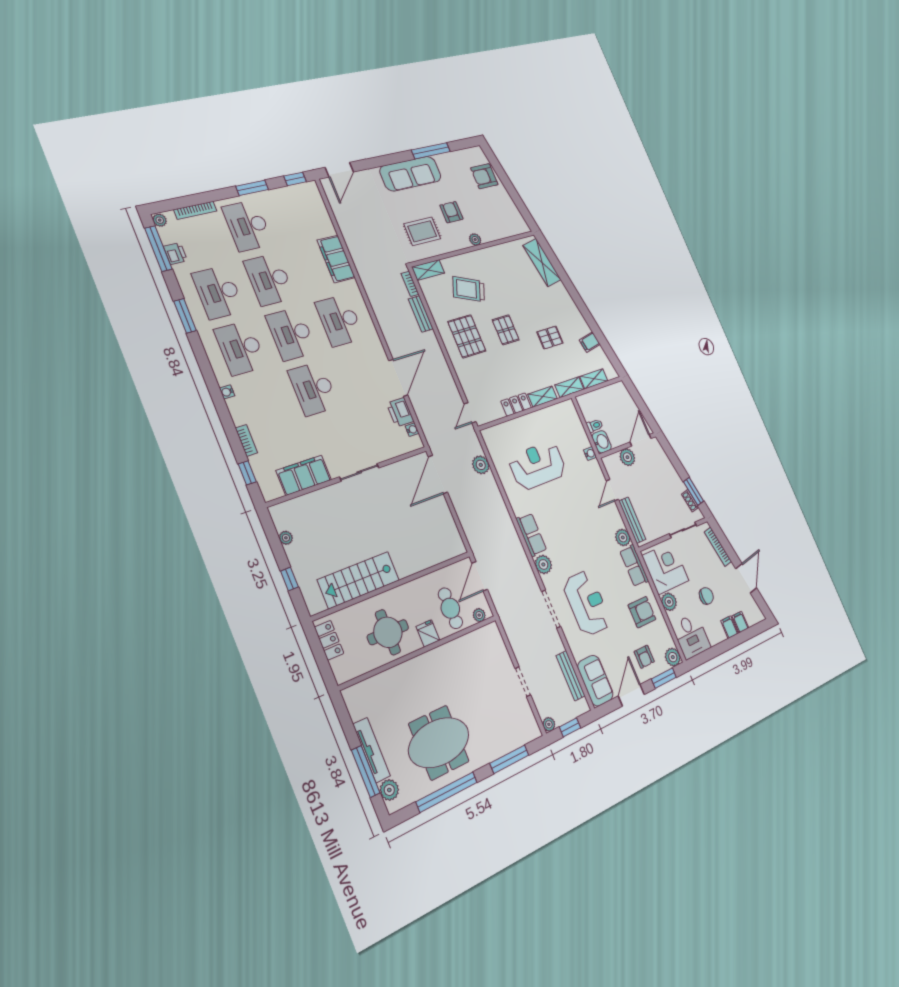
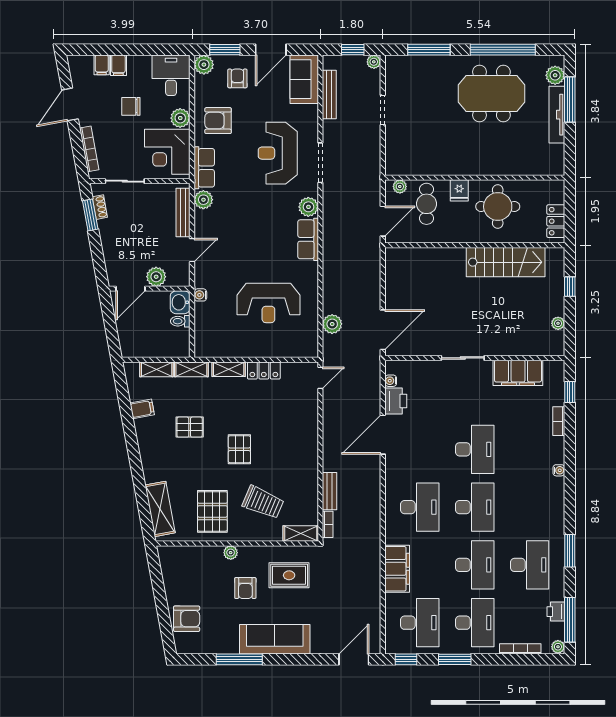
pallet: (467, 336) -> (212, 511), moved
desk: (241, 348) -> (420, 623), moved

